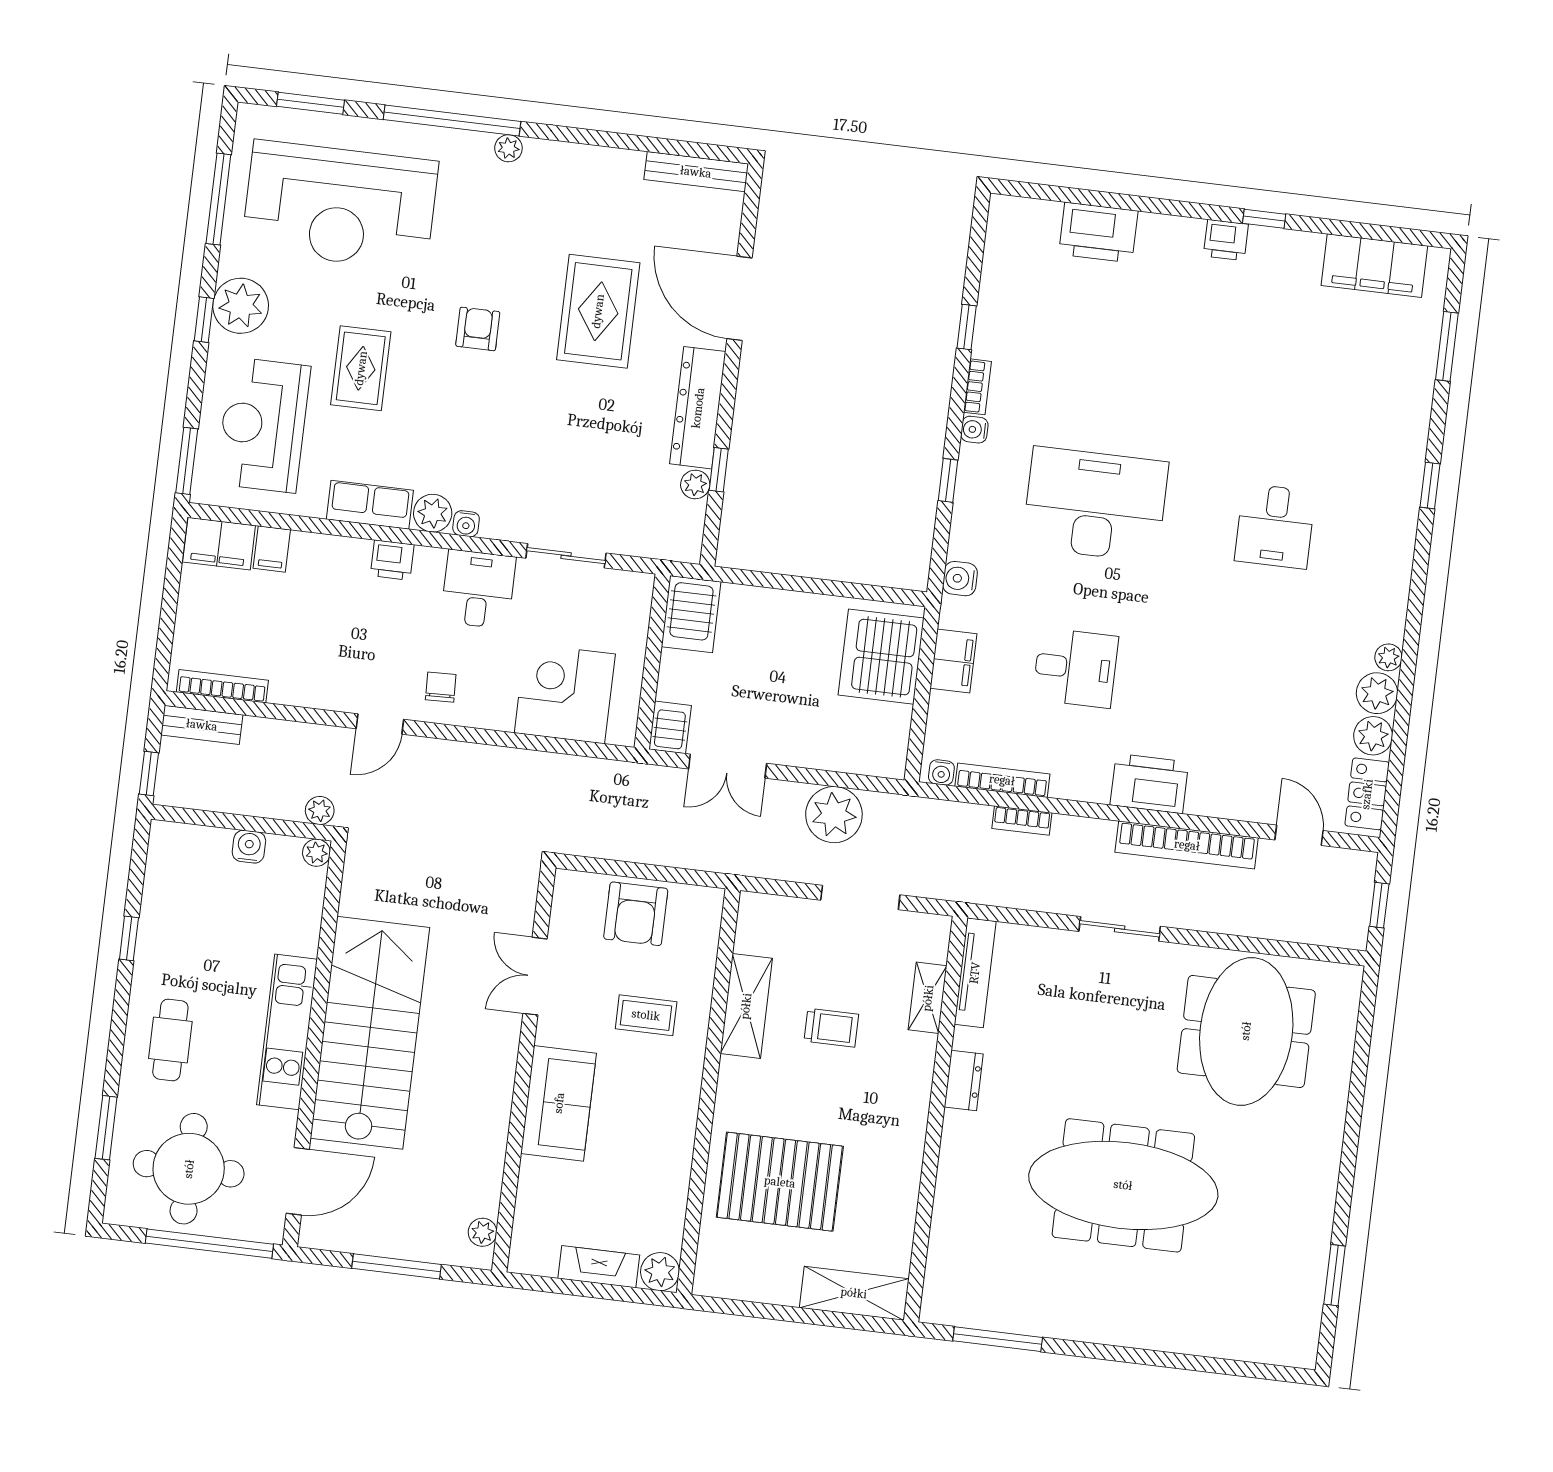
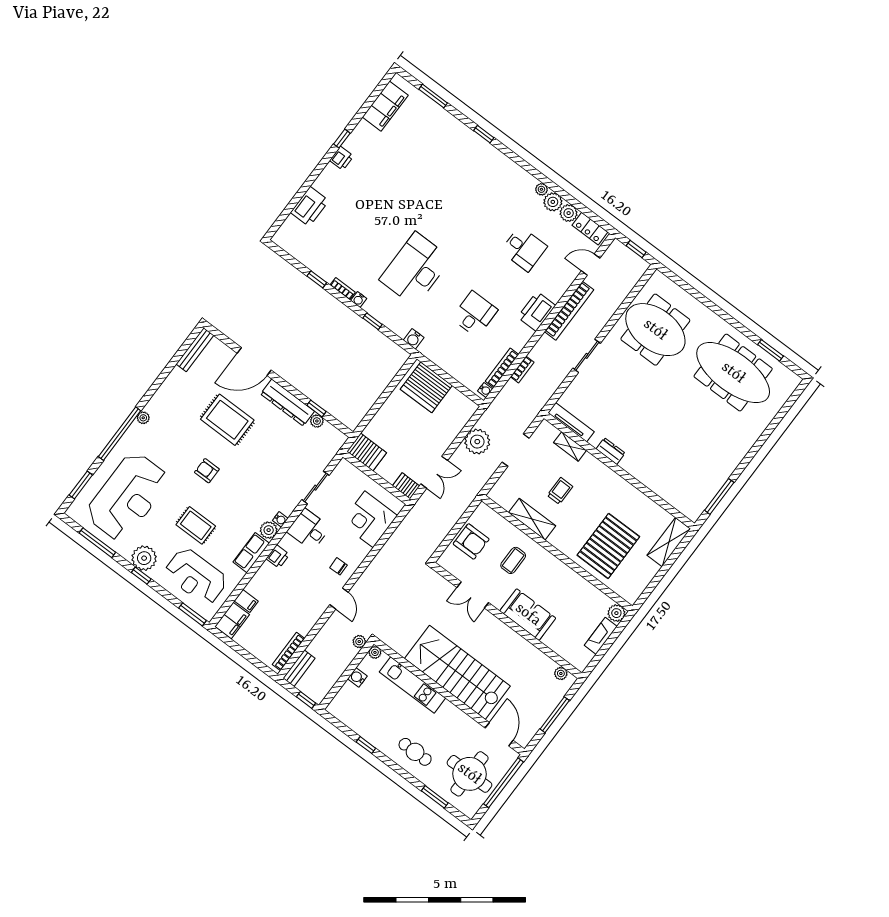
desk: (1275, 526) -> (524, 249), moved
filing cabinet: (953, 661) -> (444, 360), removed
kitchen unit: (287, 1032) -> (412, 685), moved
meeting table: (1123, 1185) -> (733, 373), moved, turned 90

